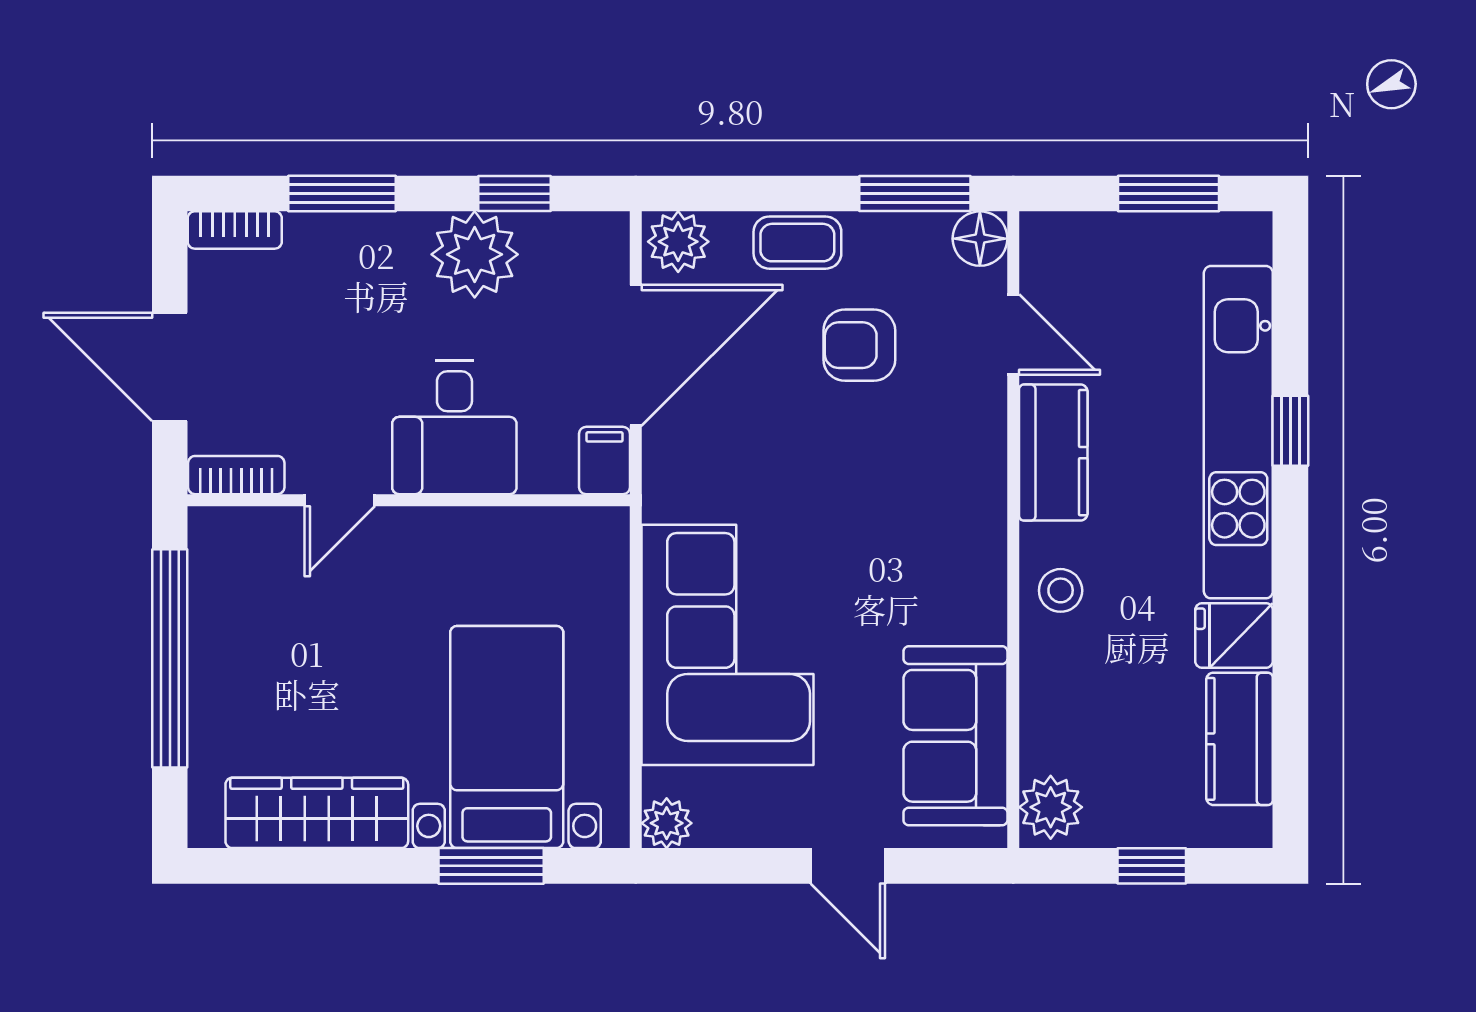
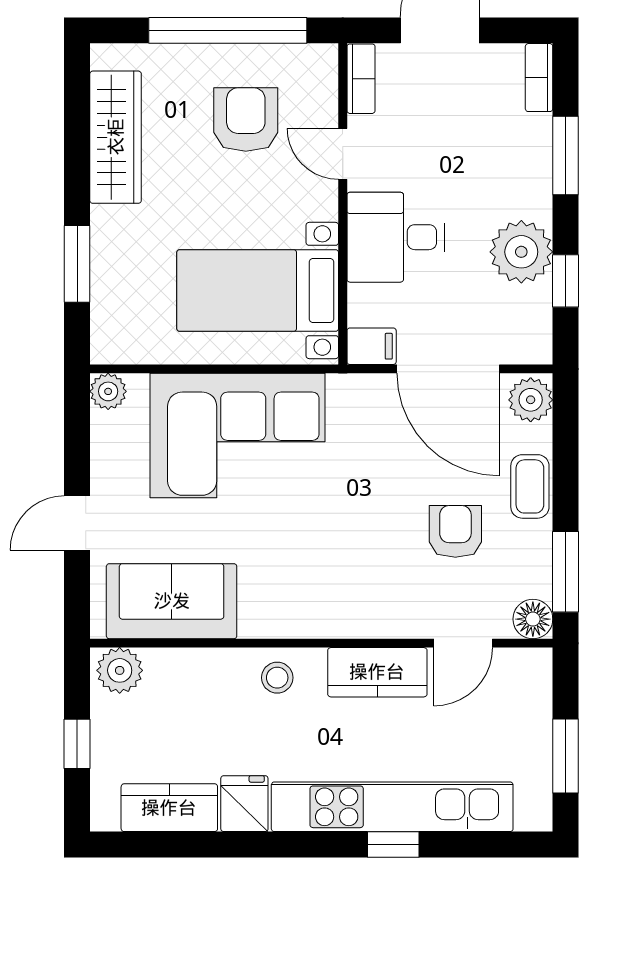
armchair: (292, 634) -> (246, 120), added
bed with nightstands: (507, 737) -> (258, 291), moved, turned 180

